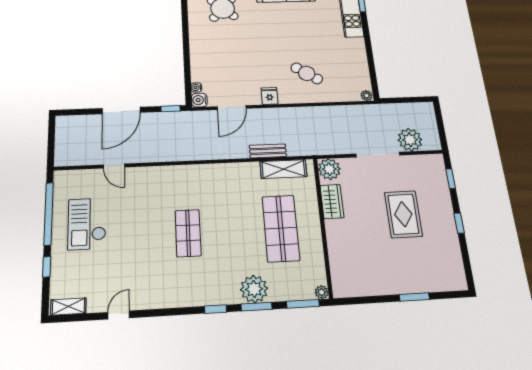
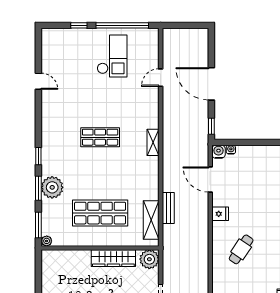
wardrobe: (332, 201) -> (113, 258), width x1.50
checkout: (87, 224) -> (112, 56), turned 90
shelving: (68, 307) -> (153, 142), moved

